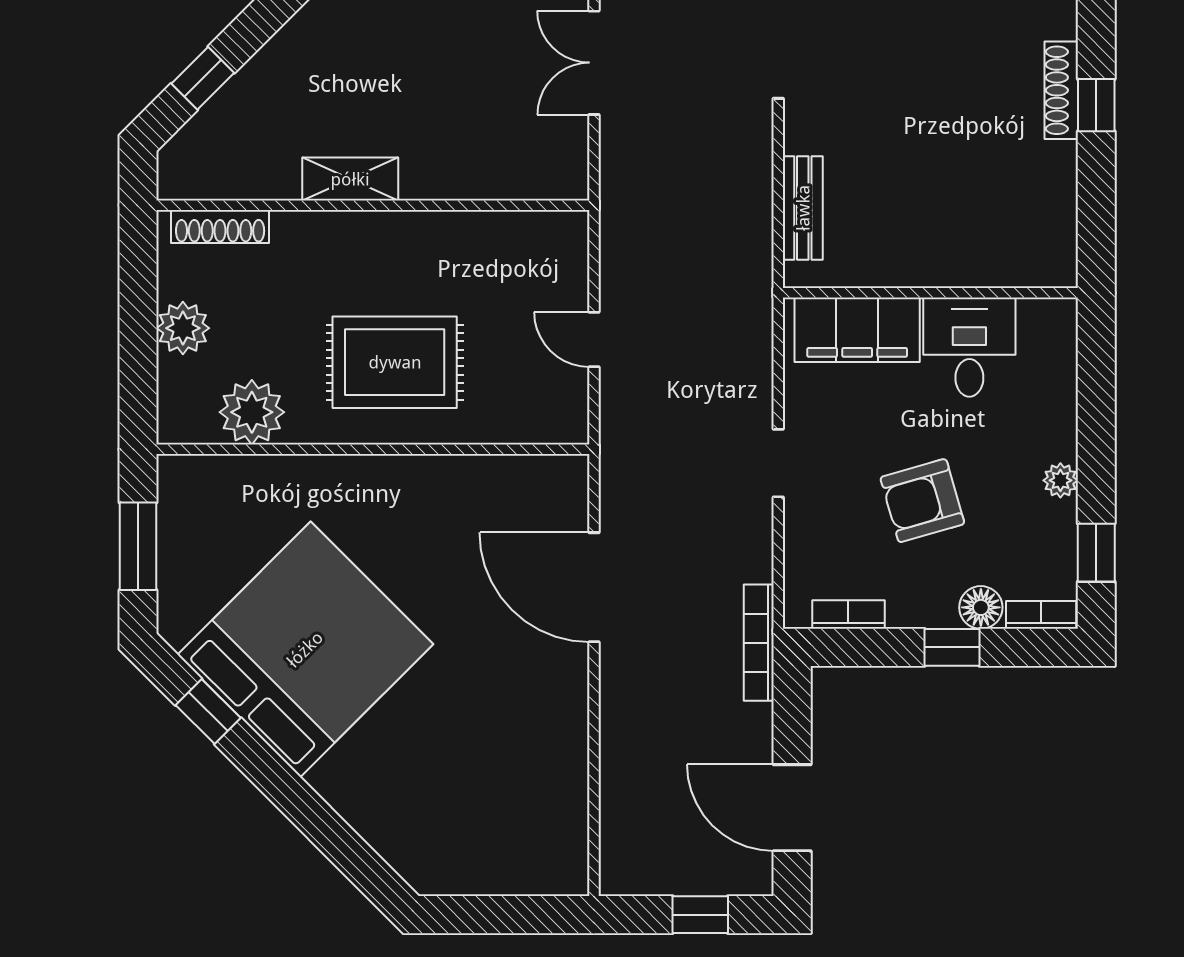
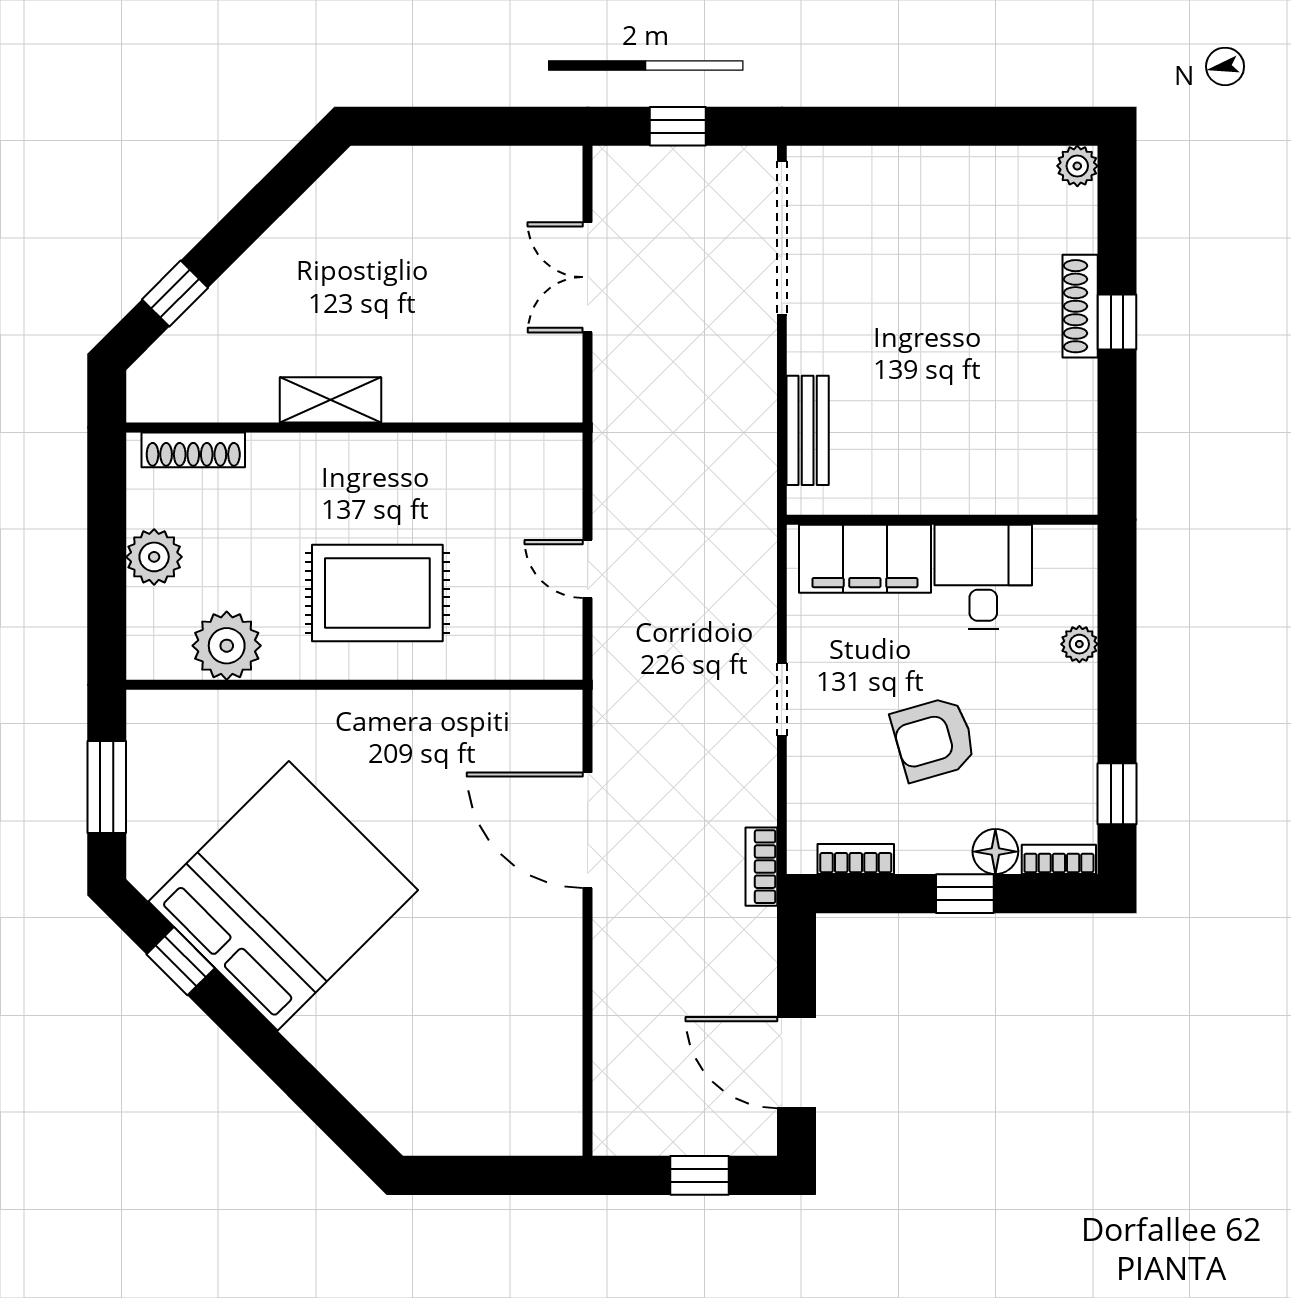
plant: (1060, 480) -> (1079, 644), moved
bookcase: (759, 643) -> (761, 867), width x0.64

